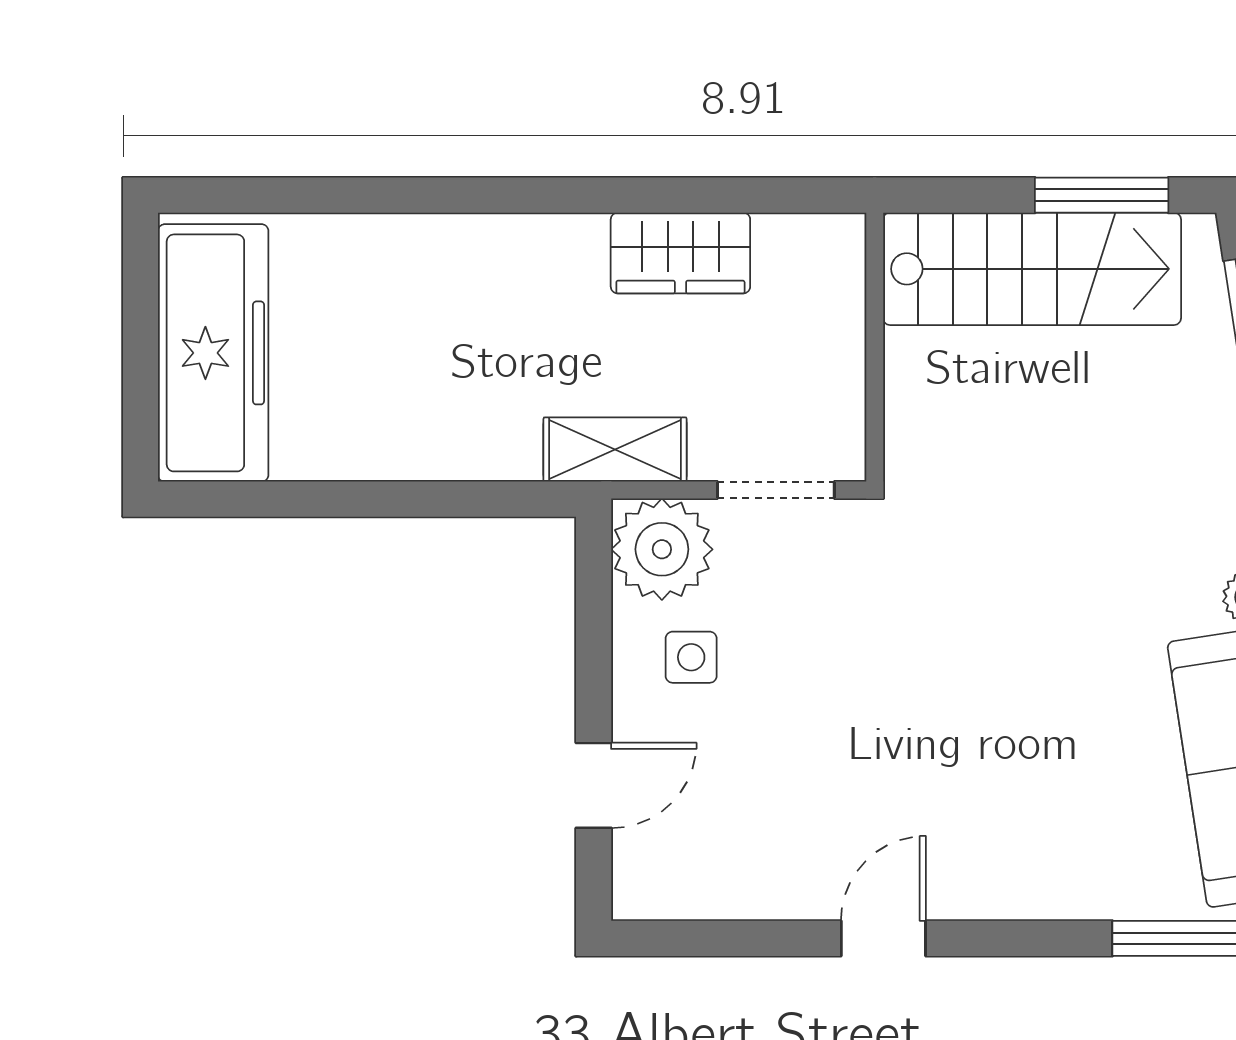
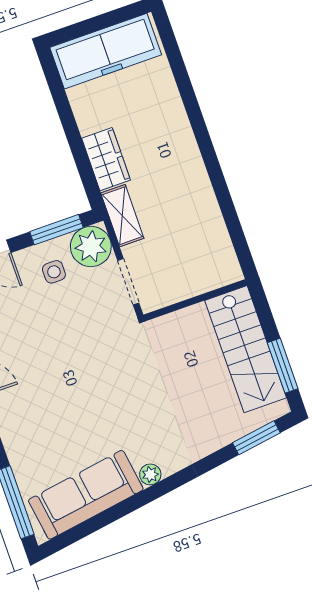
wardrobe: (680, 253) -> (106, 159), moved, turned 180
window: (594, 616) -> (56, 230), added

